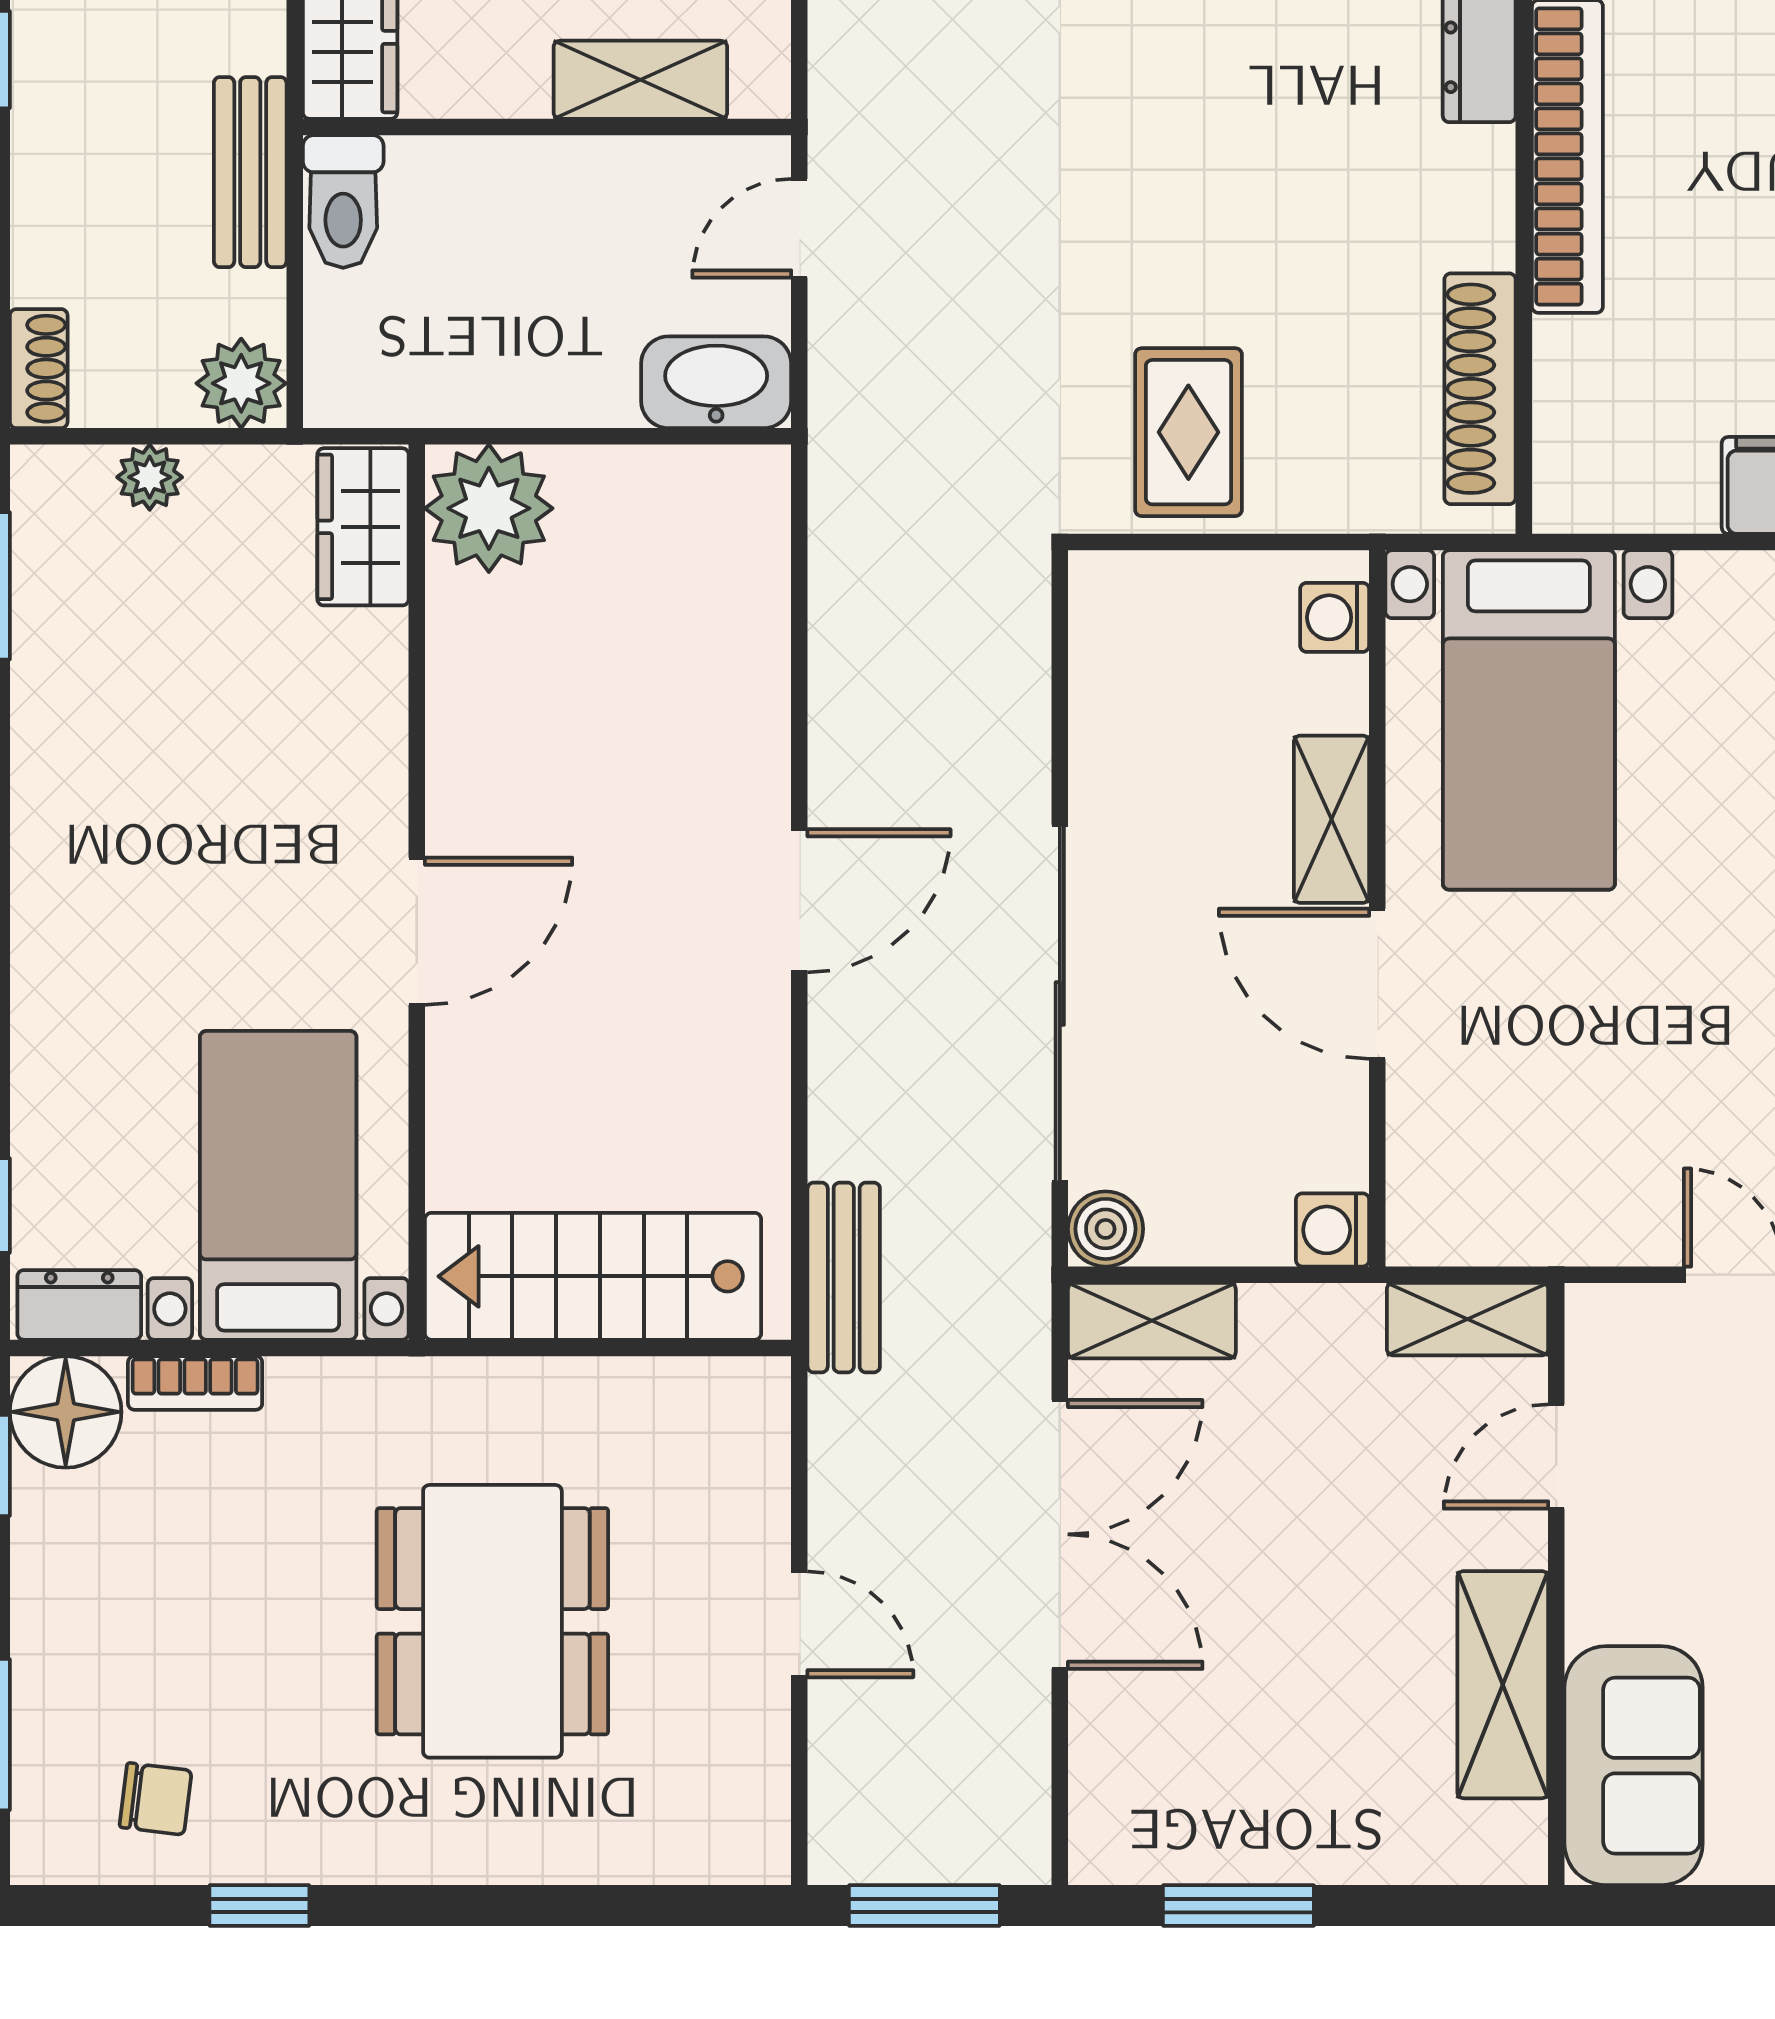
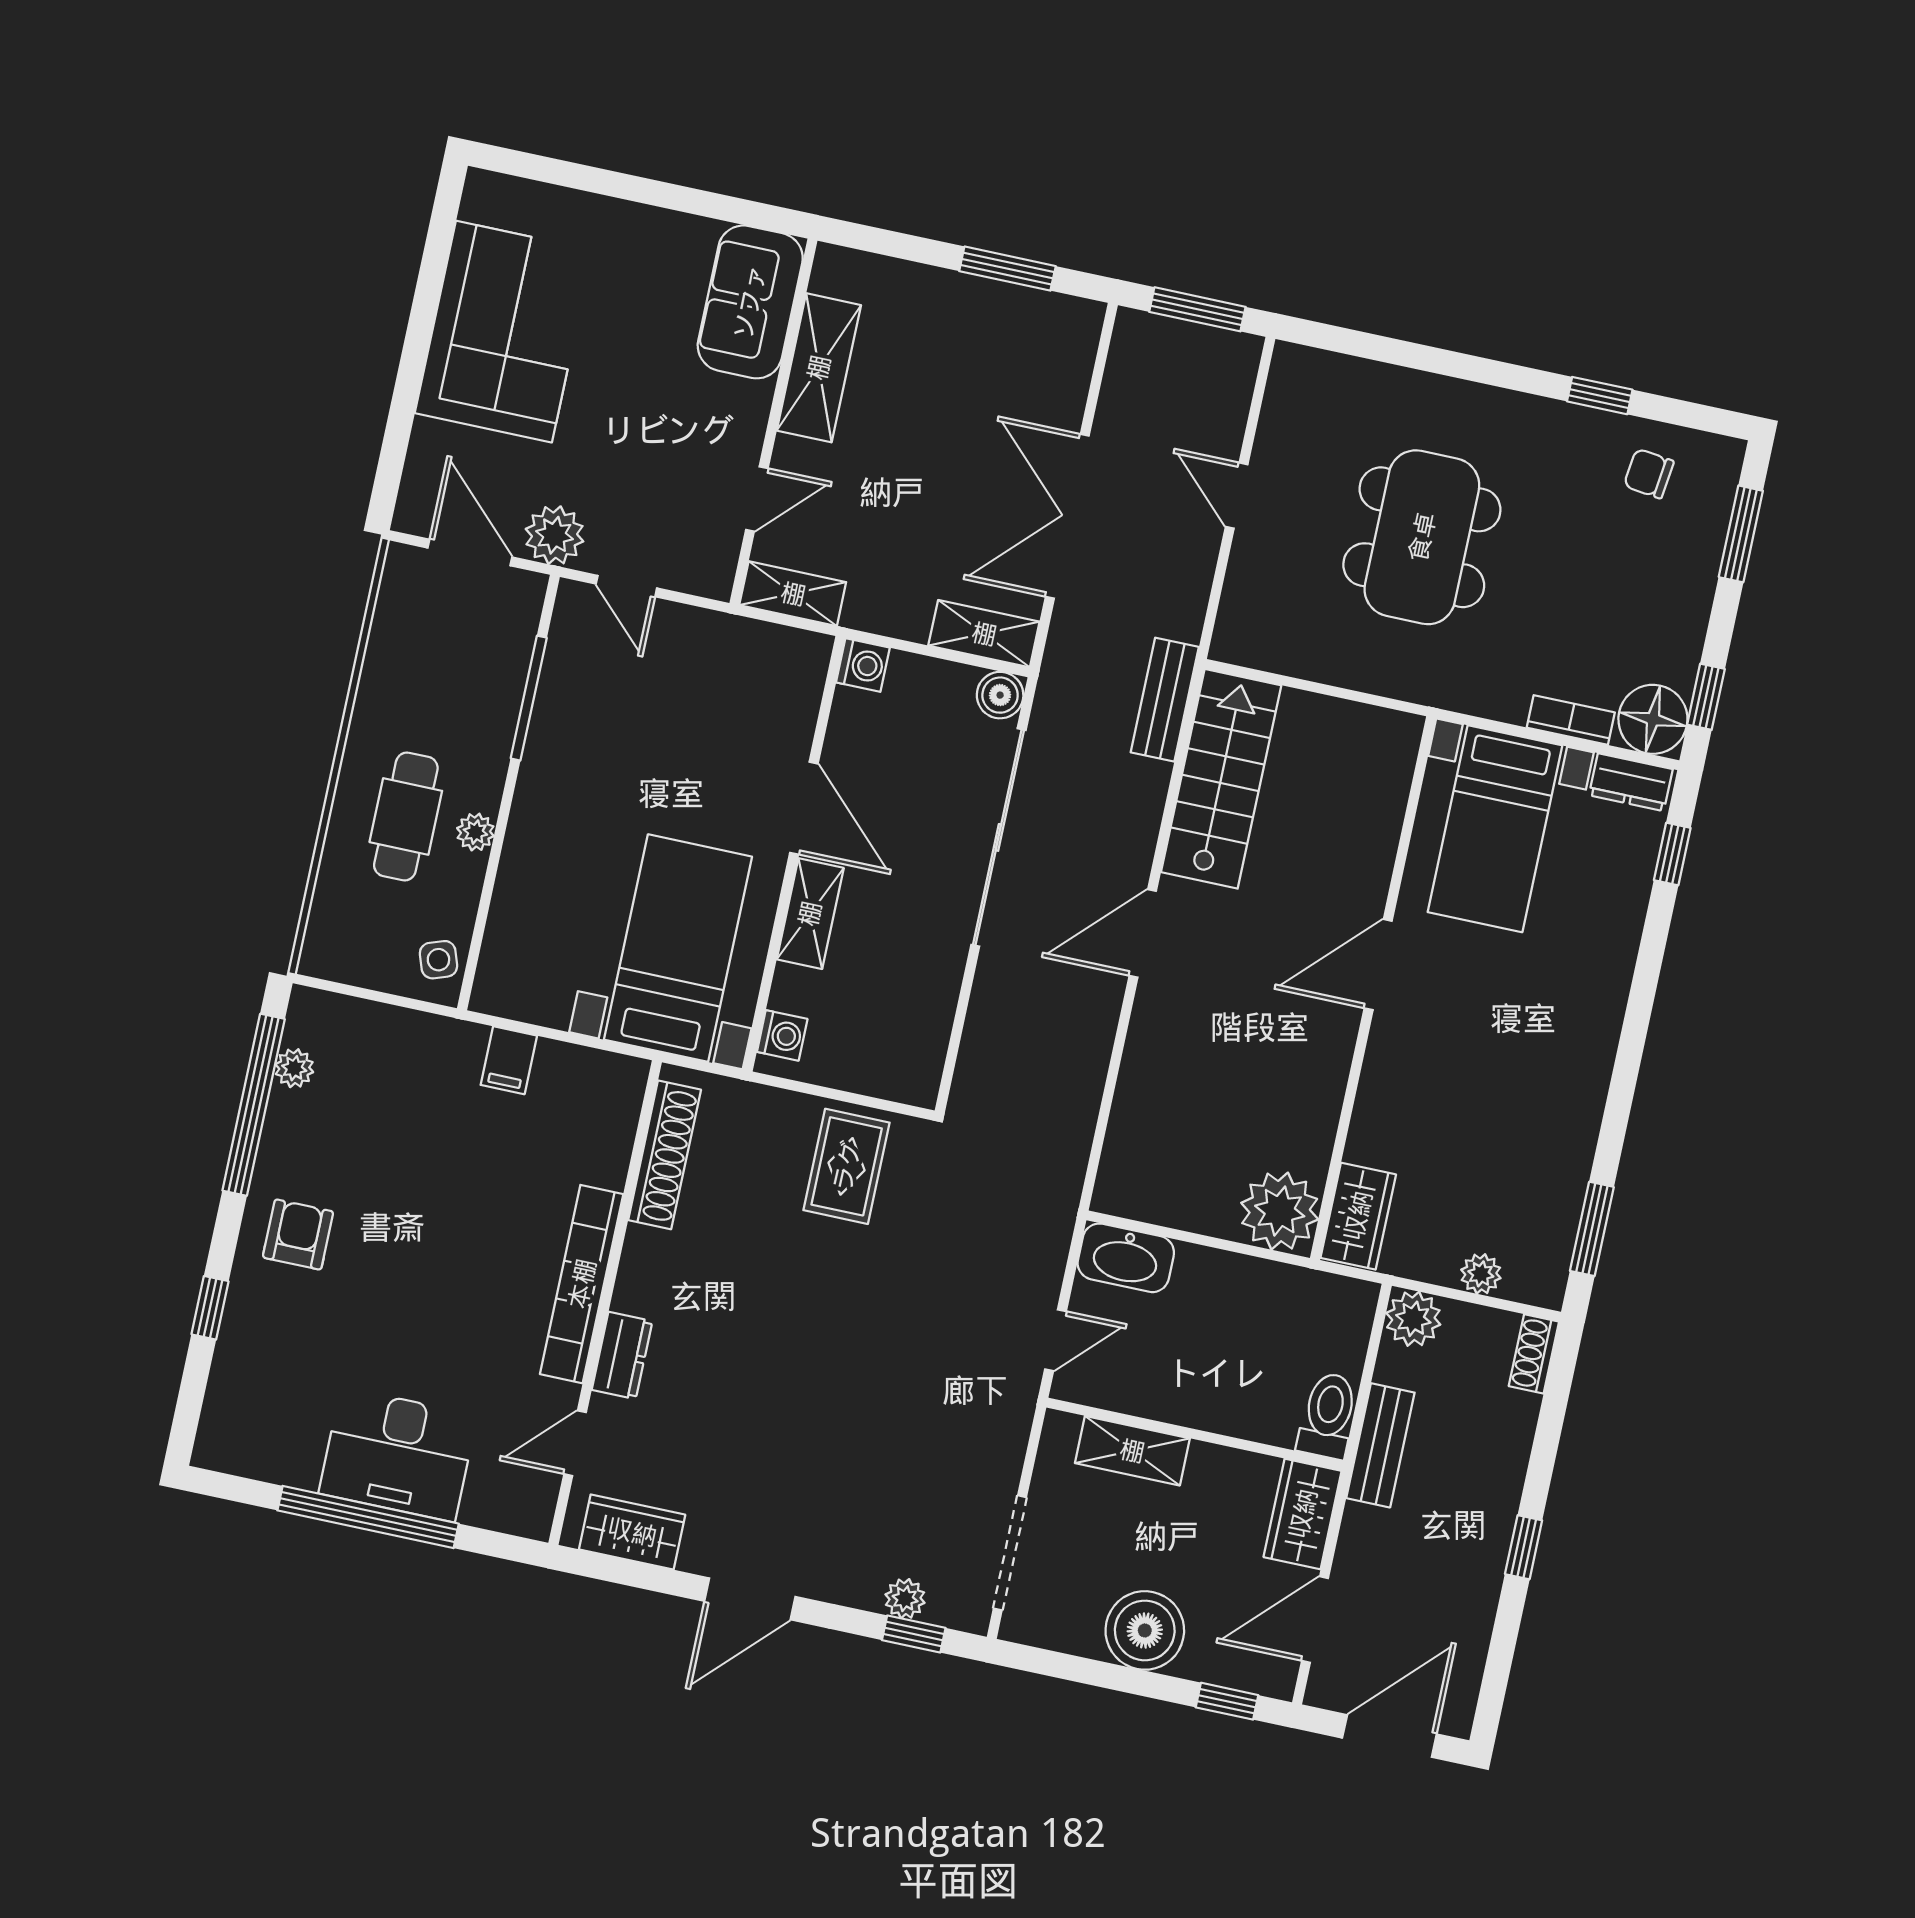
stairs: (593, 1276) -> (1221, 779), moved, turned -90

